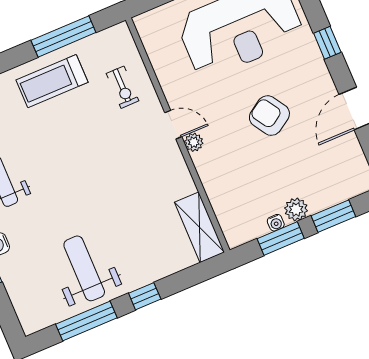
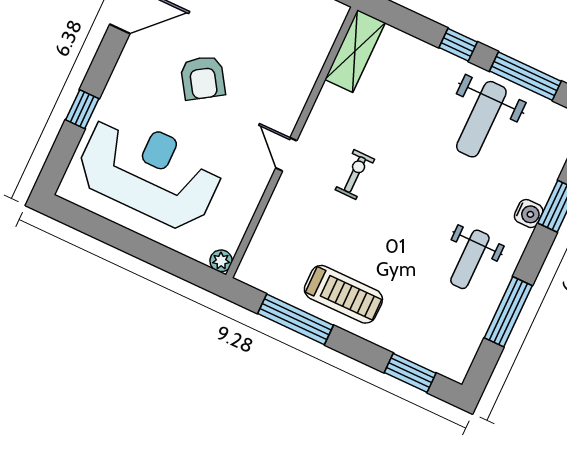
window: (327, 43) -> (82, 109), moved
exercise bike: (123, 87) -> (355, 175), moved
plant: (194, 142) -> (221, 261), moved

